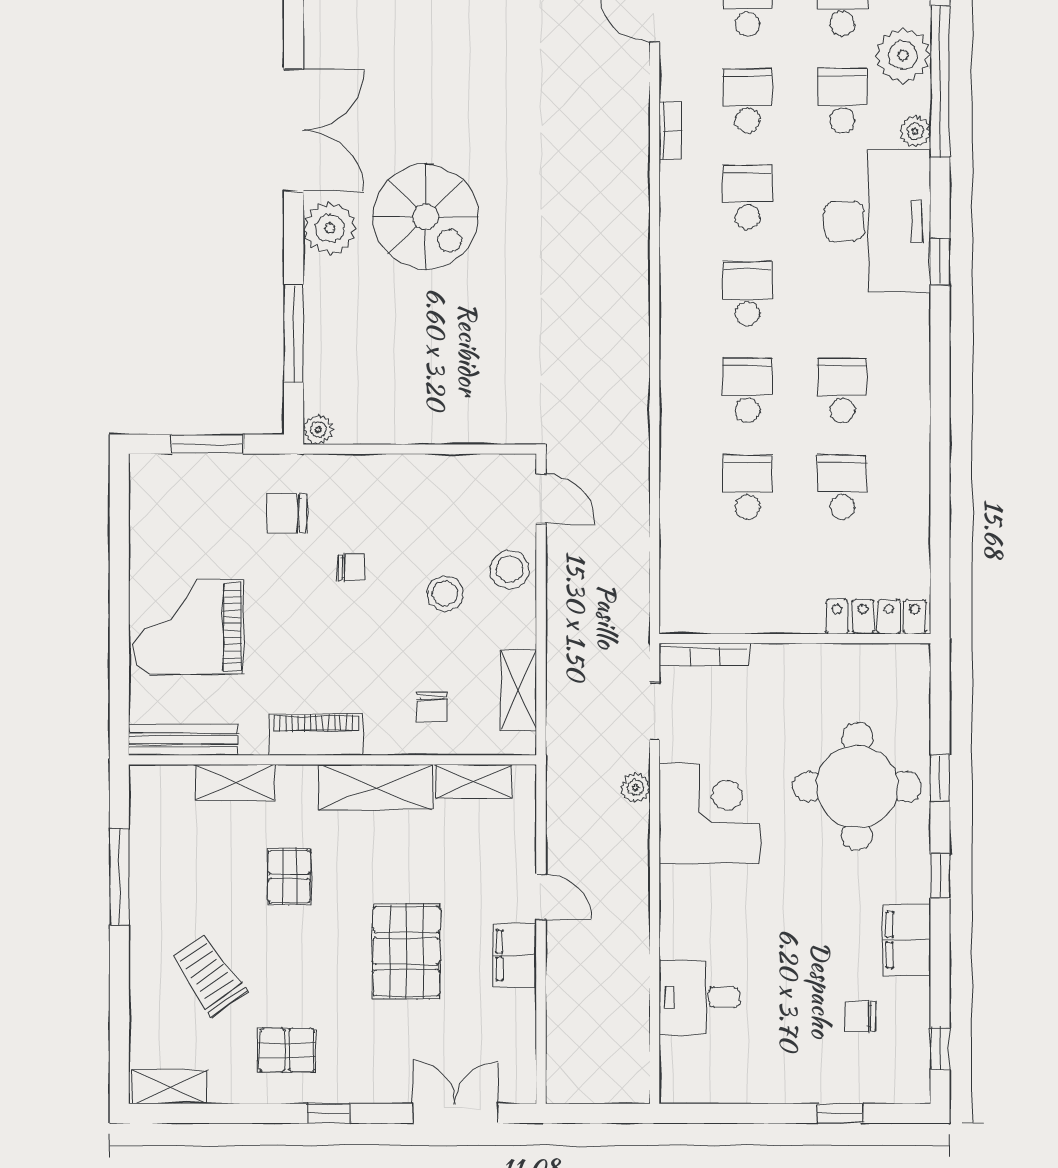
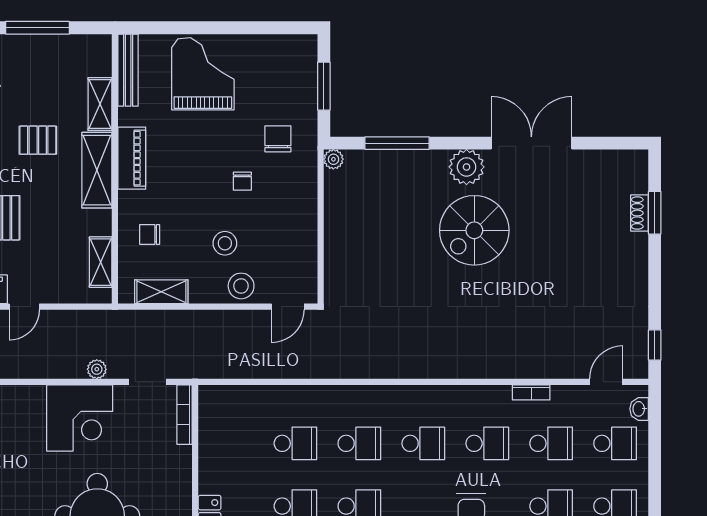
double door: (294, 130) -> (531, 143), swing flipped
shelving: (375, 787) -> (97, 170), moved

